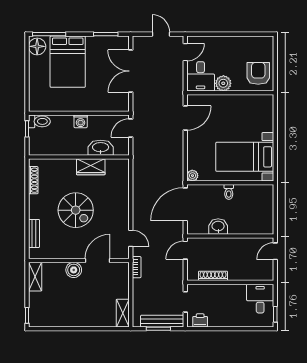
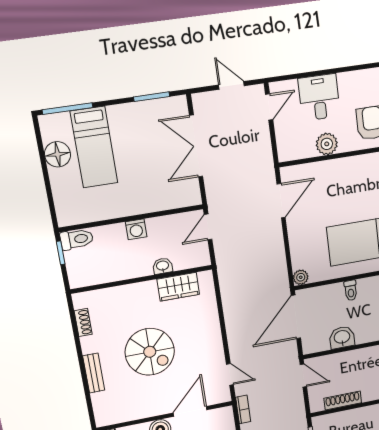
floor lamp: (37, 46) -> (58, 154), moved
bed: (68, 62) -> (94, 147), width x0.67
desk: (201, 76) -> (319, 97), moved, turned 180
washbasin: (101, 148) -> (163, 266), width x0.52, depth x0.69
wardrobe: (91, 167) -> (178, 287), moved
shoe rack: (33, 180) -> (83, 322), width x0.70
bench: (34, 233) -> (94, 373), moved
door: (185, 250) -> (303, 376), swing flipped

